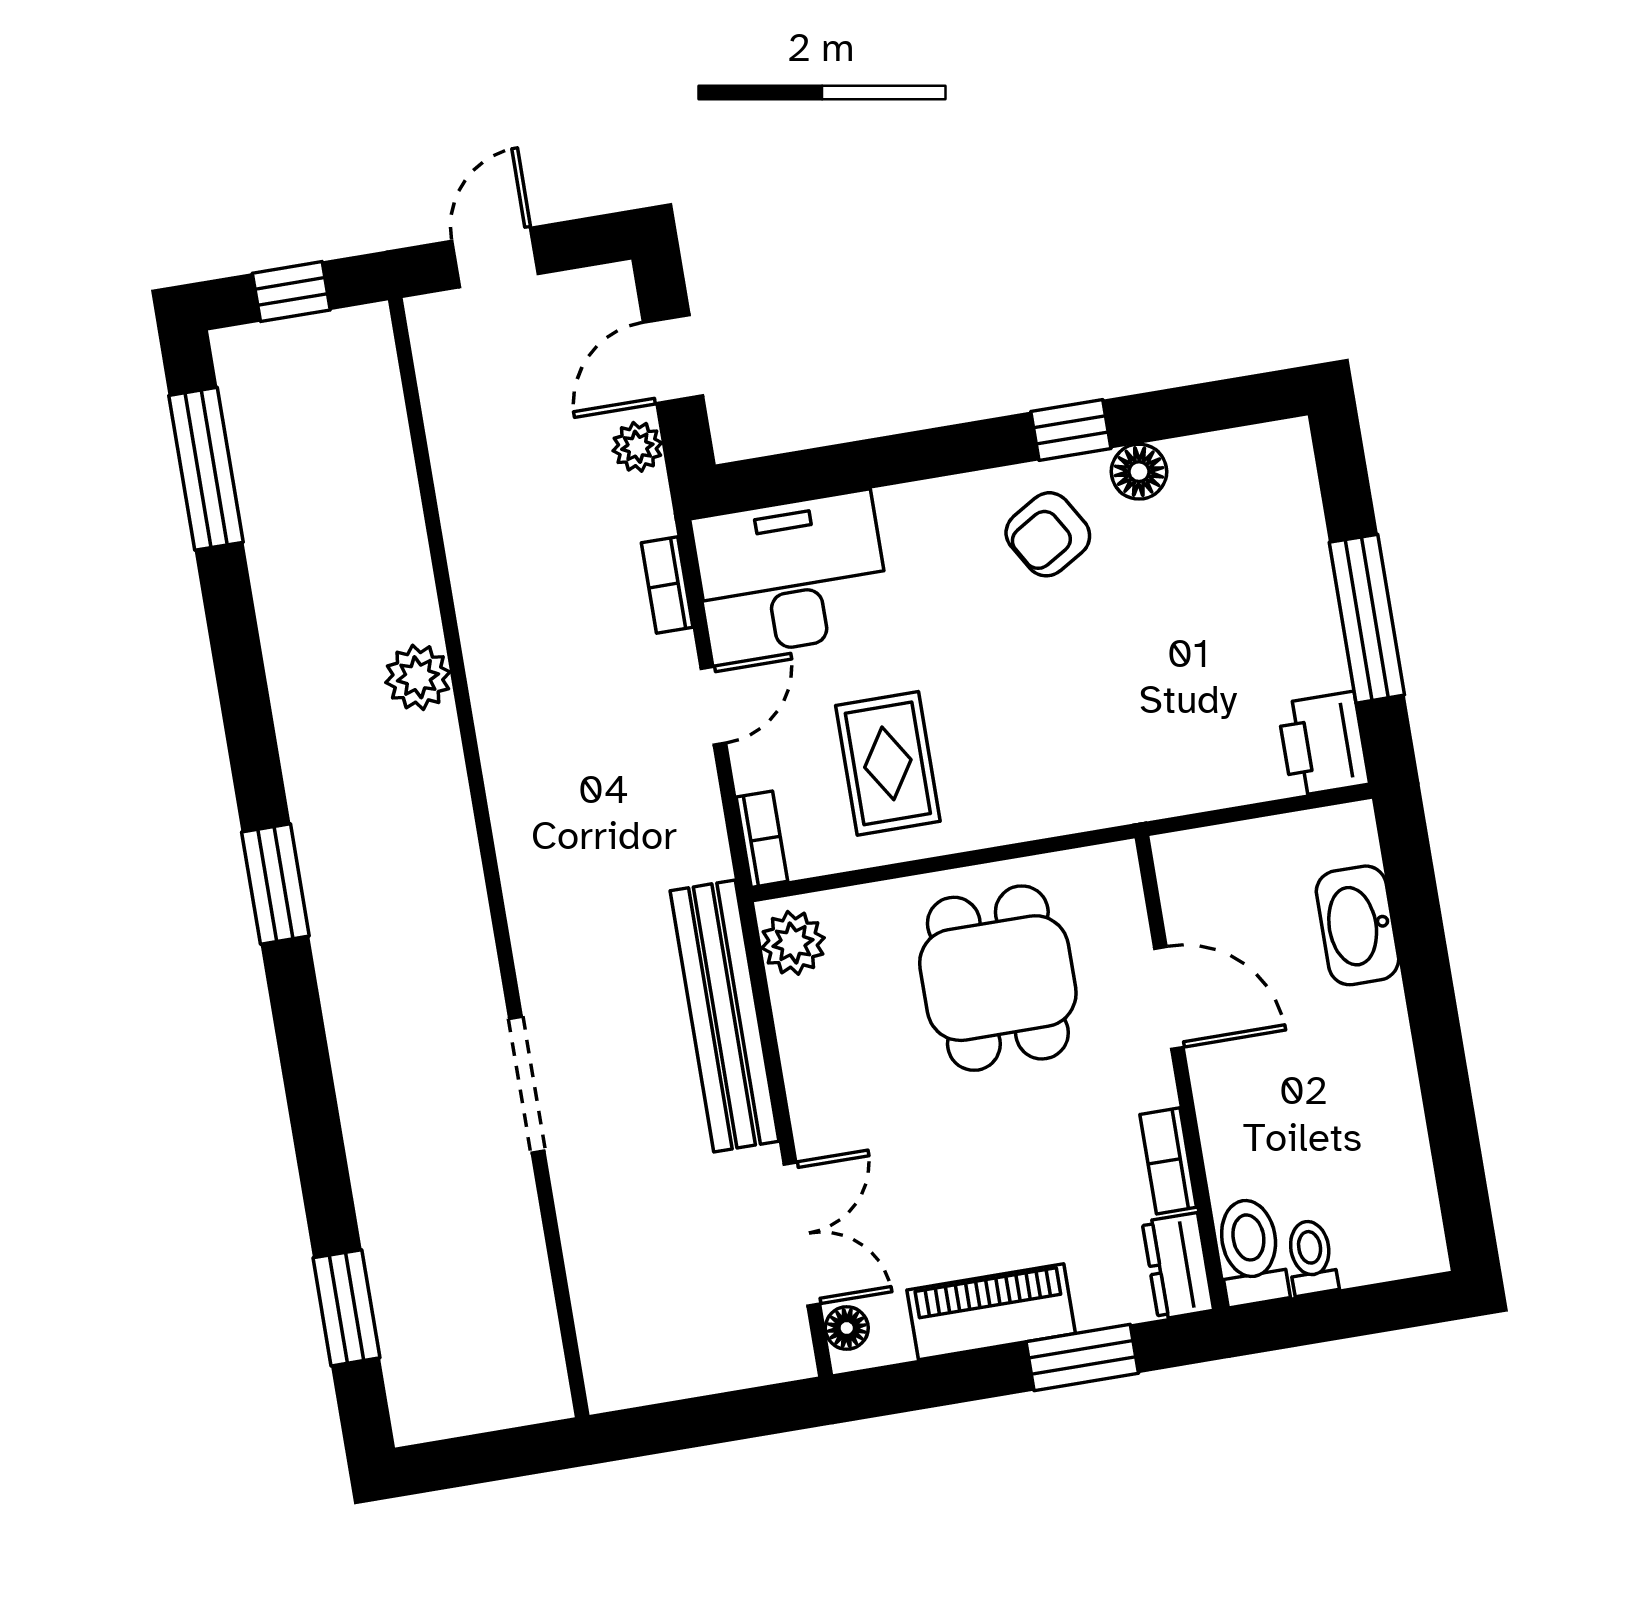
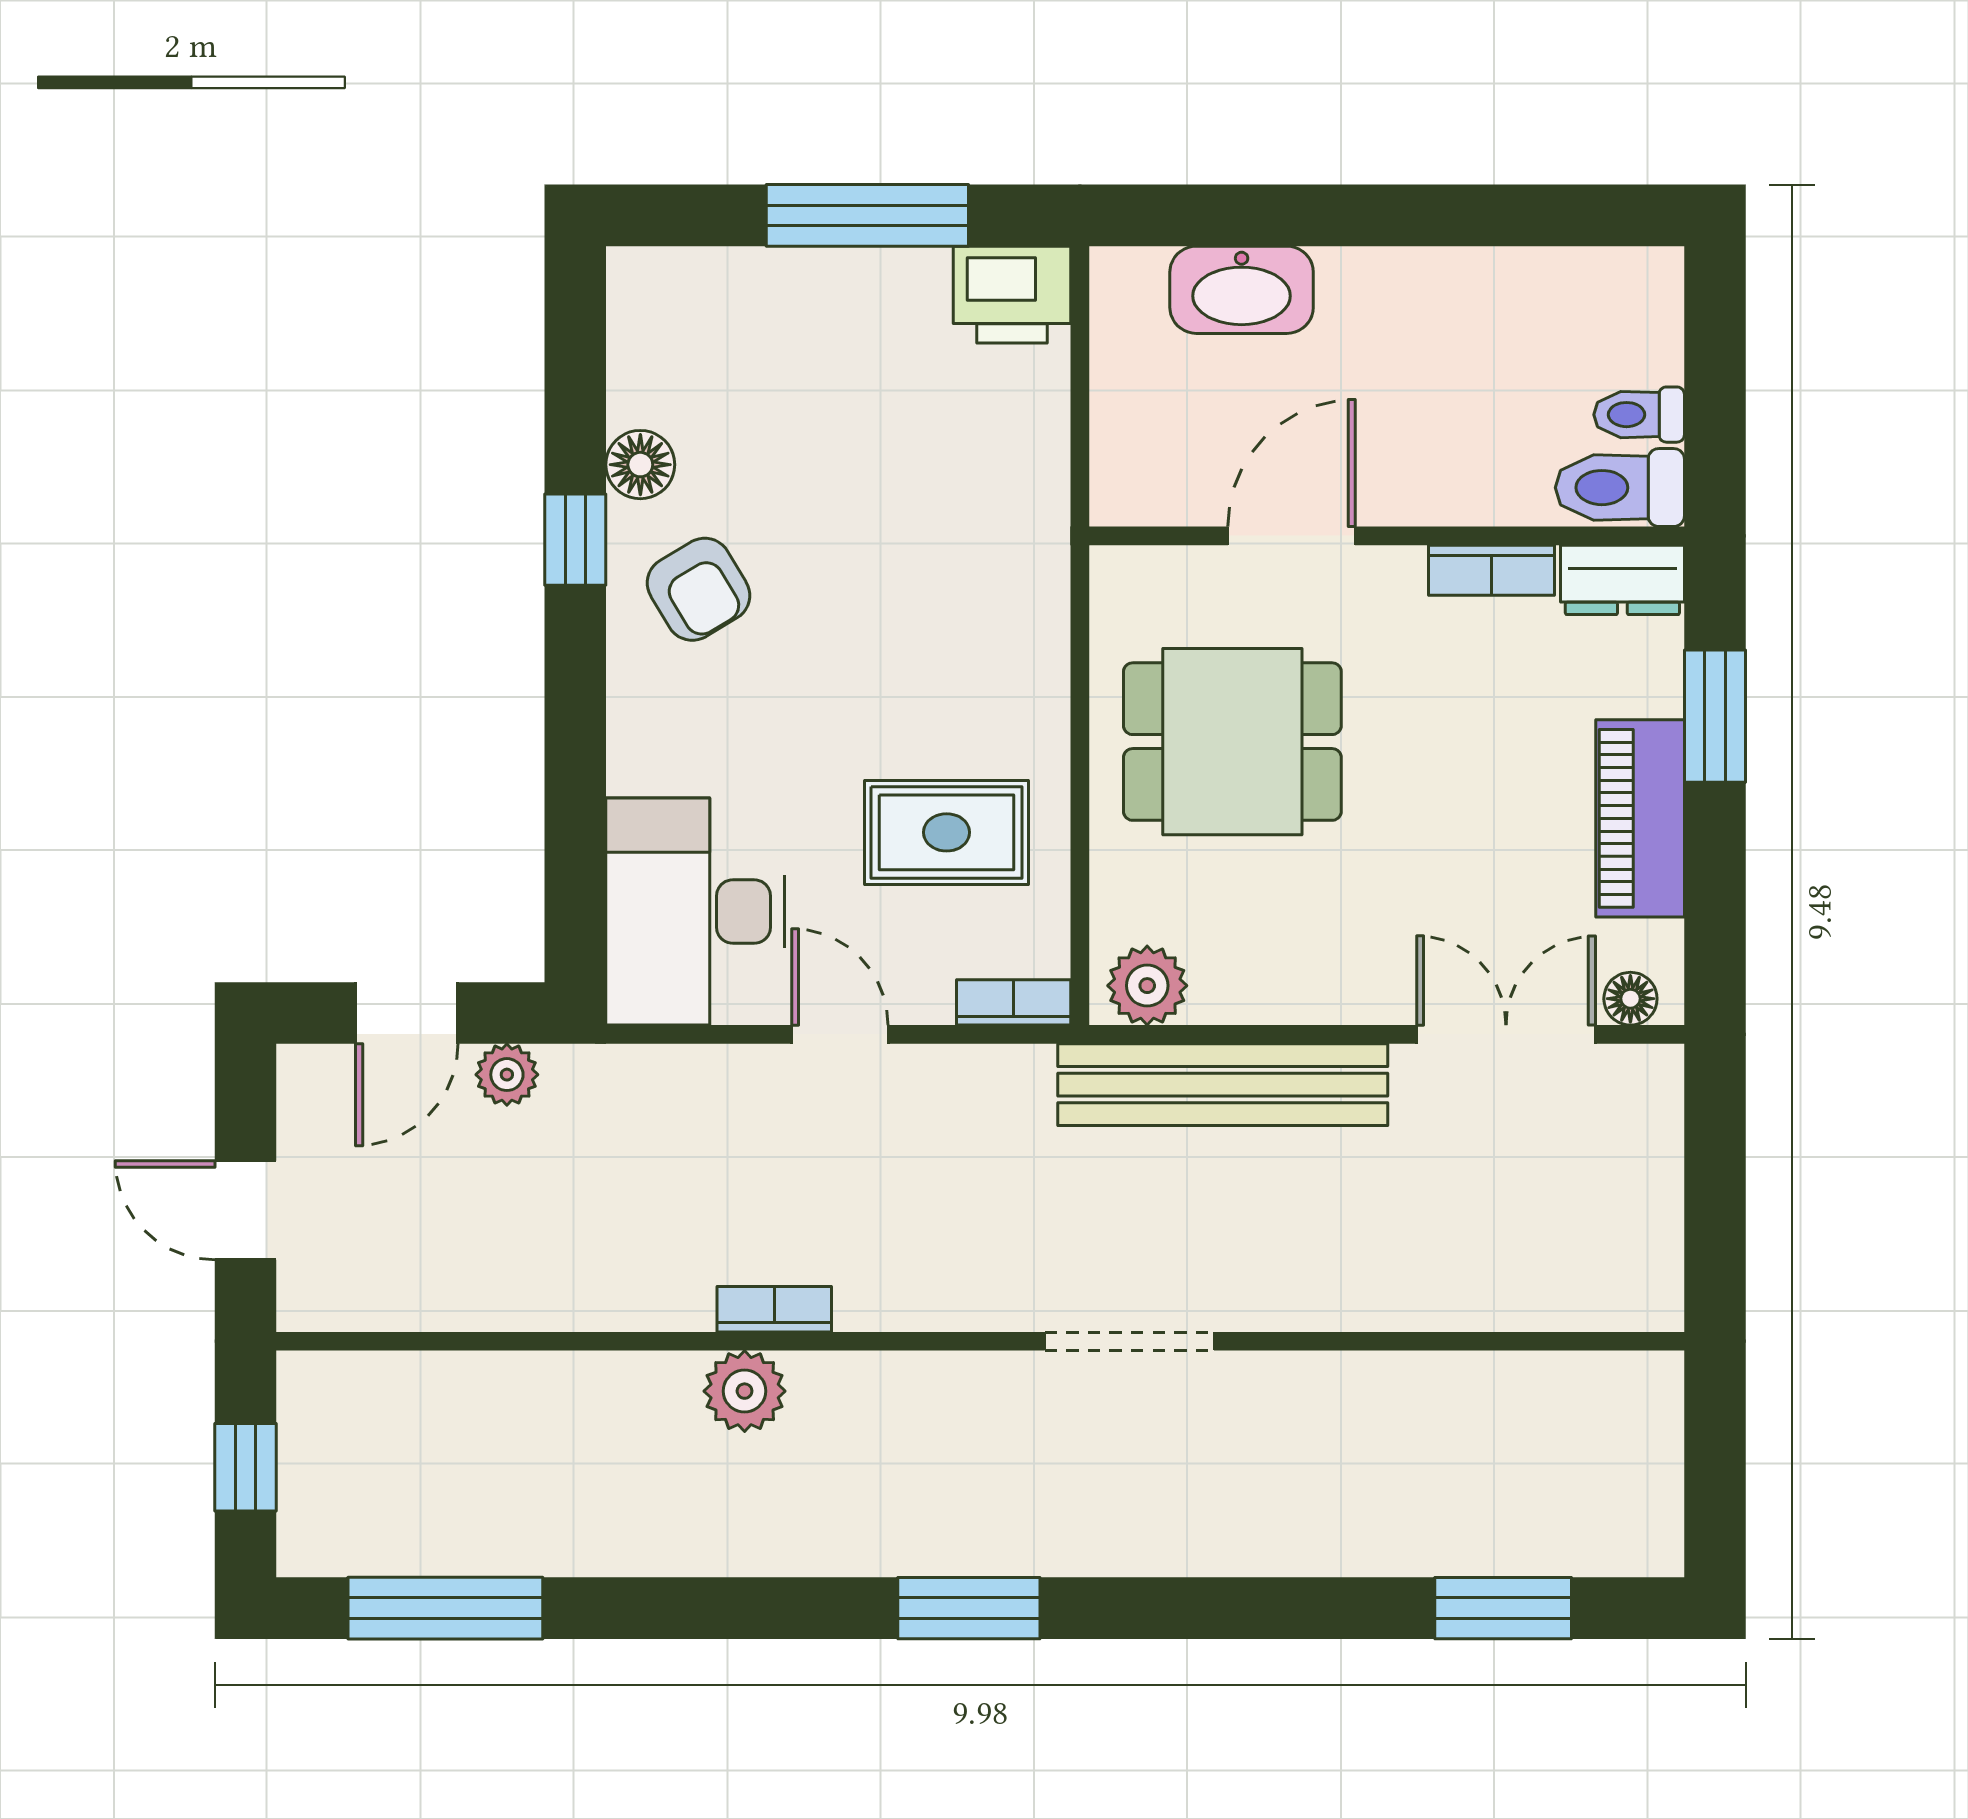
door: (673, 359) -> (407, 1013), hinge flipped
bookcase: (667, 585) -> (774, 1309), moved, turned 180
doorway: (527, 1085) -> (1129, 1341), moved

